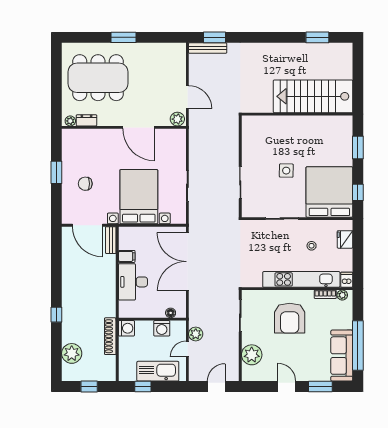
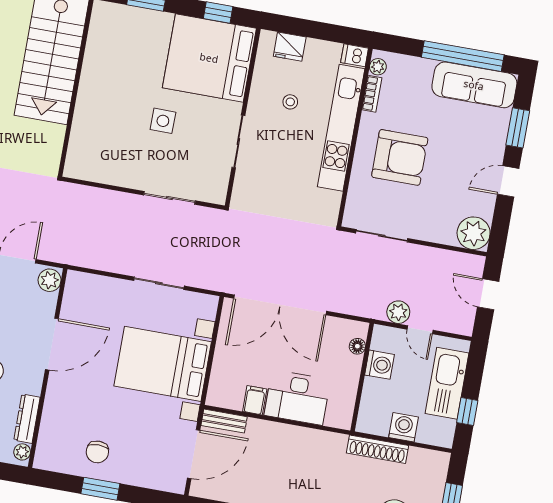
dresser: (87, 120) -> (27, 419), width x1.44
chair: (85, 184) -> (97, 452), moved
washing machine: (126, 328) -> (403, 427), moved
plant: (252, 355) -> (474, 233), moved

